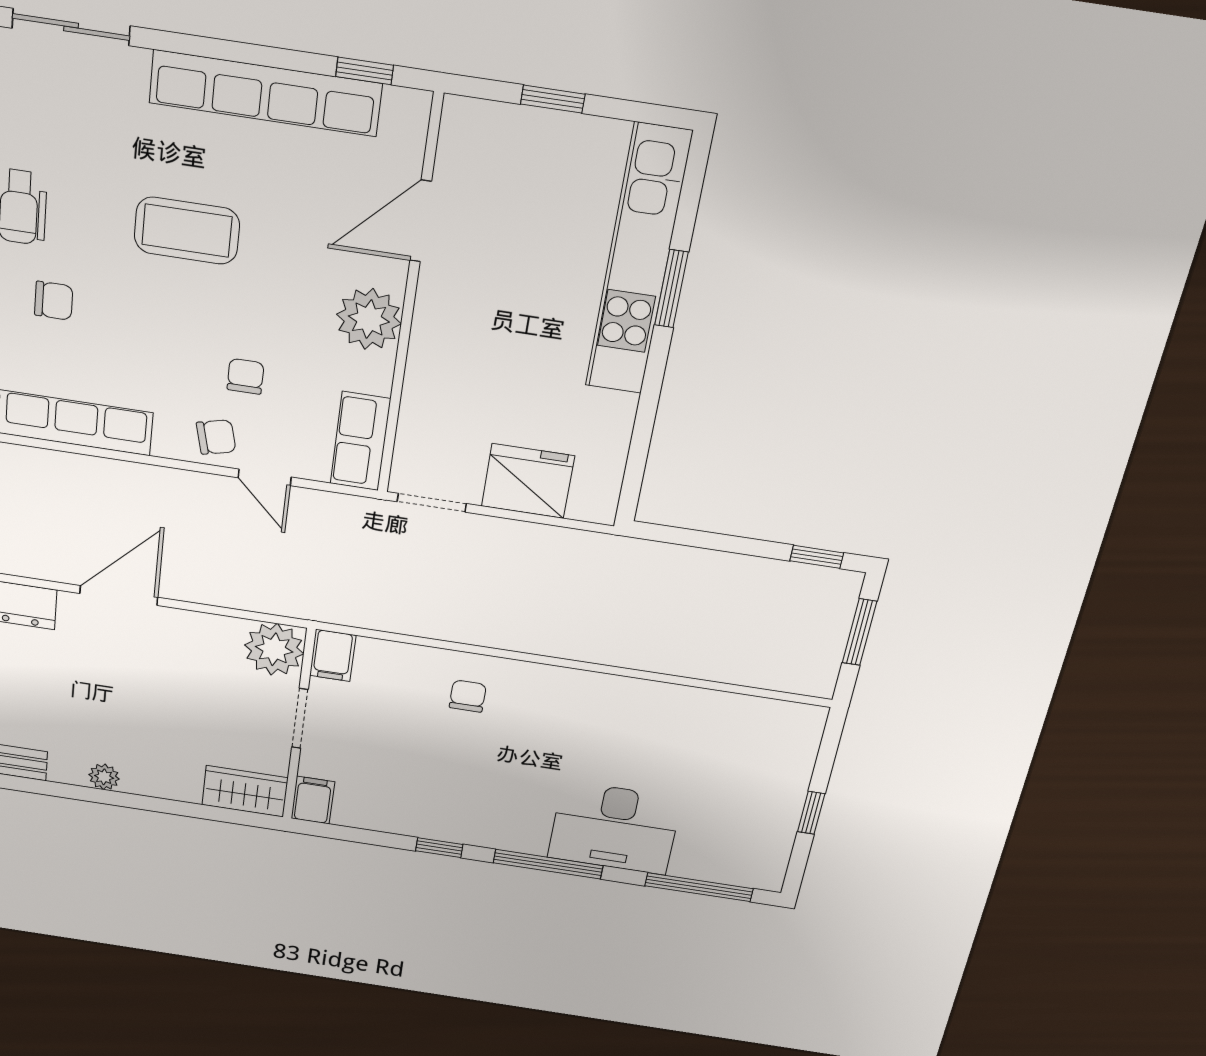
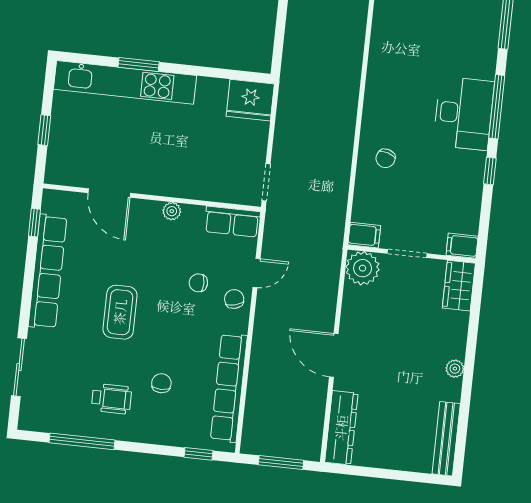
plant: (369, 319) -> (172, 211), width x0.53, depth x0.53
fridge: (528, 481) -> (250, 100), moved, turned -90
chair: (468, 696) -> (386, 158), turned -74
desk: (614, 828) -> (464, 113), moved

